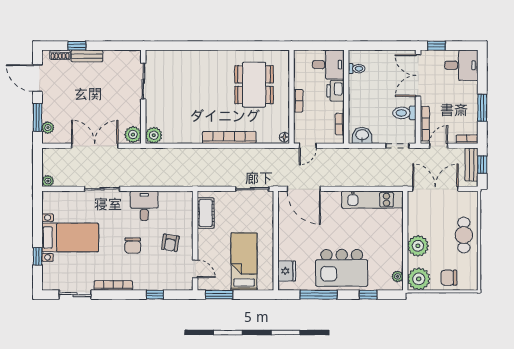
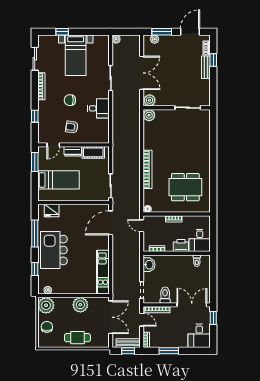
dresser: (204, 242) -> (73, 151), added
plant: (418, 246) -> (80, 305), moved

